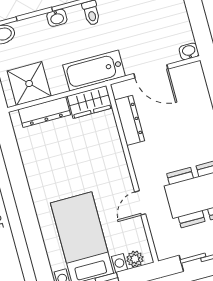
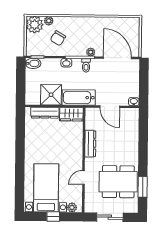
shower: (29, 84) -> (51, 95), moved
dresser: (129, 120) -> (90, 144), moved

